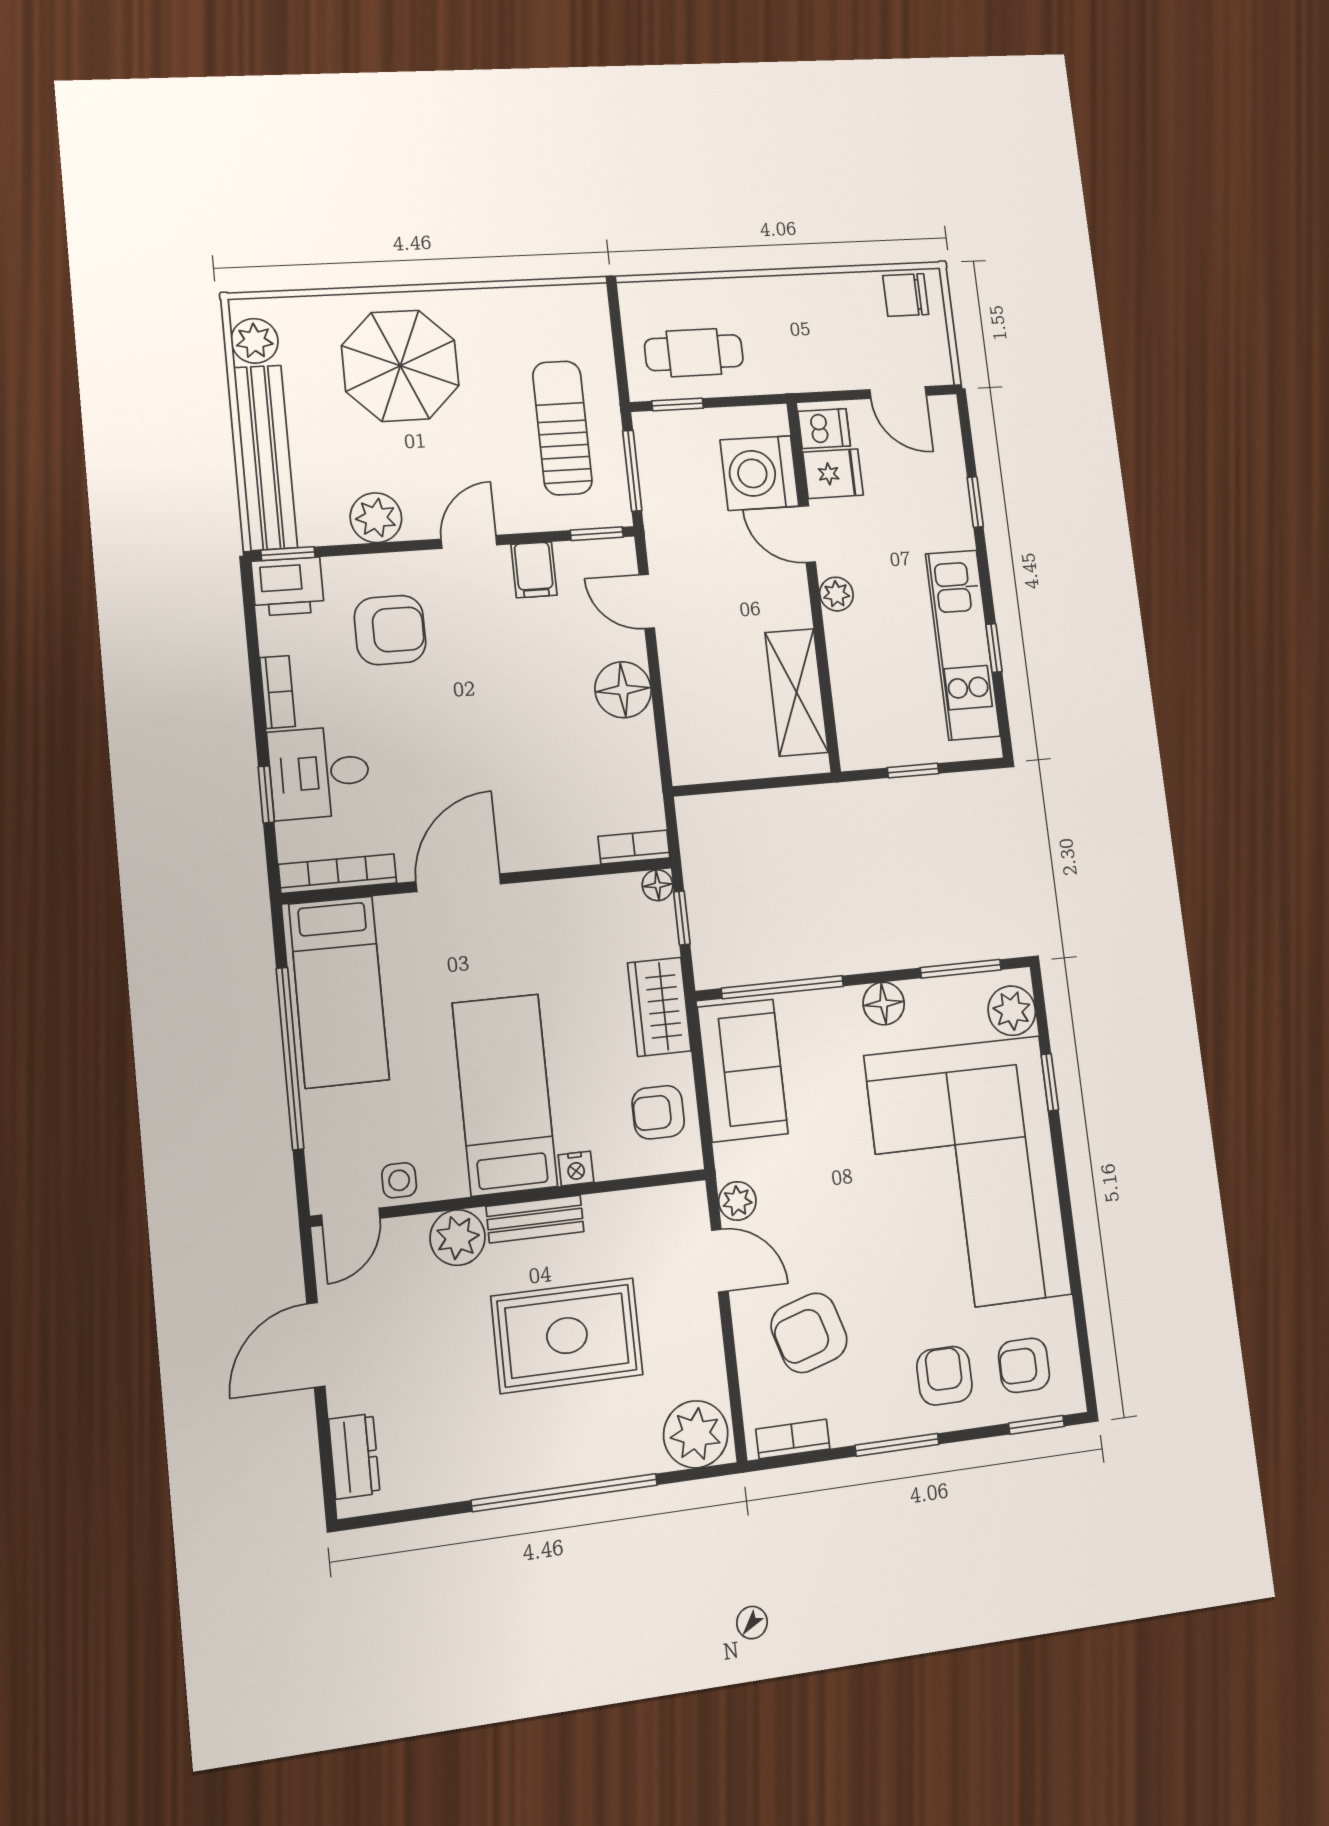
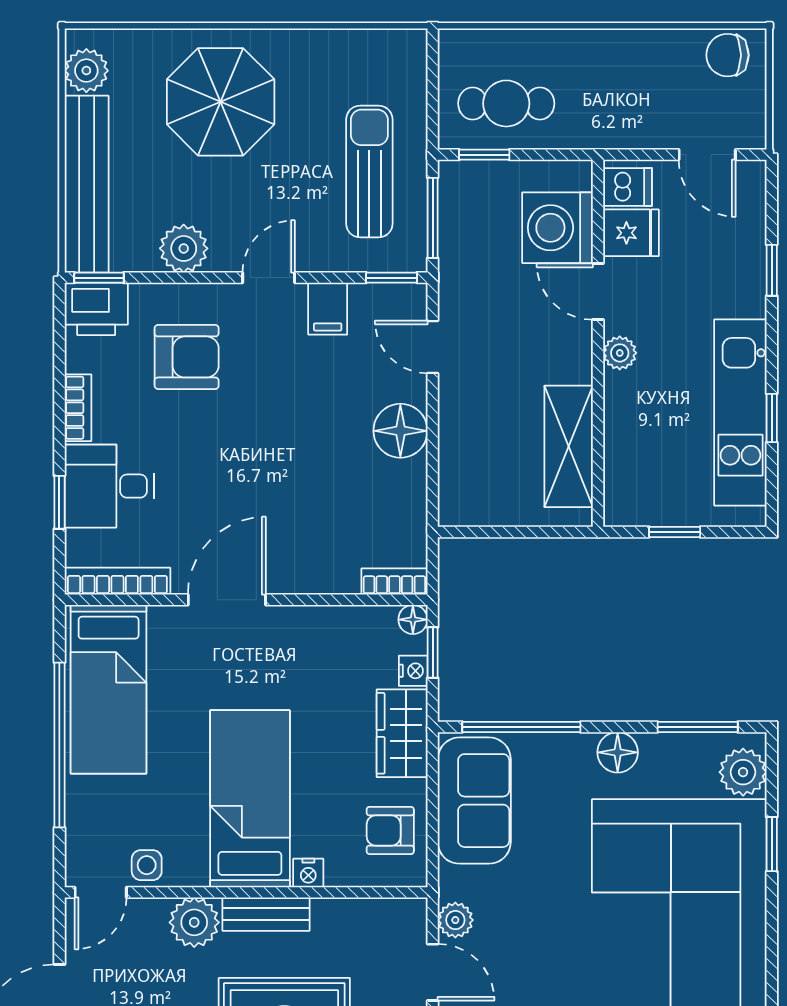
nightstand: (664, 939) -> (413, 671), added

